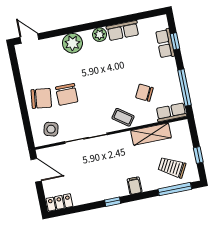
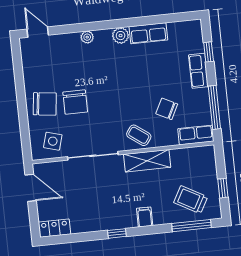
plant: (72, 43) -> (87, 37), width x0.53, depth x0.53
row of seats: (165, 43) -> (198, 71), moved
shelving: (151, 134) -> (147, 161), moved

